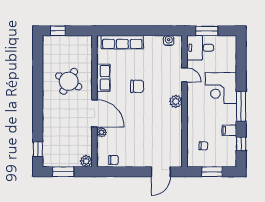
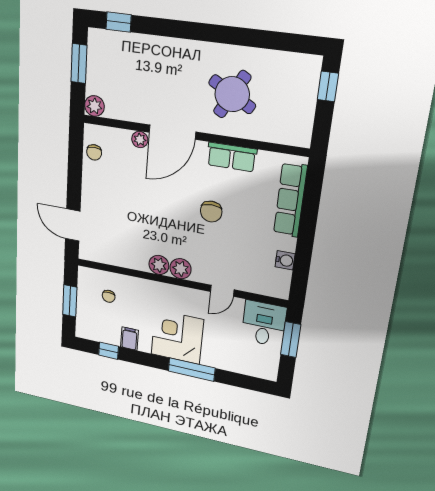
water cooler: (169, 41) -> (285, 260), moved
corner desk: (221, 88) -> (177, 337), moved
window: (241, 106) -> (192, 370), moved
plant: (176, 115) -> (159, 265), added

